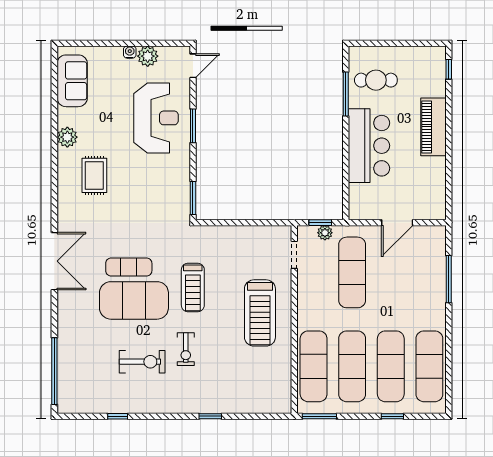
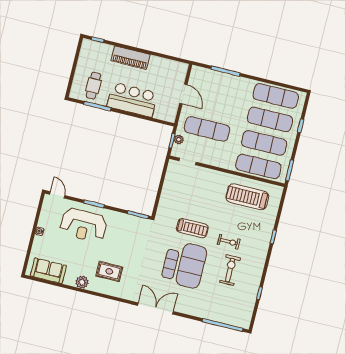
plant: (148, 56) -> (45, 221), removed
reception desk: (156, 118) -> (84, 225), turned 180
treadmill: (260, 313) -> (247, 197), moved, turned 180

